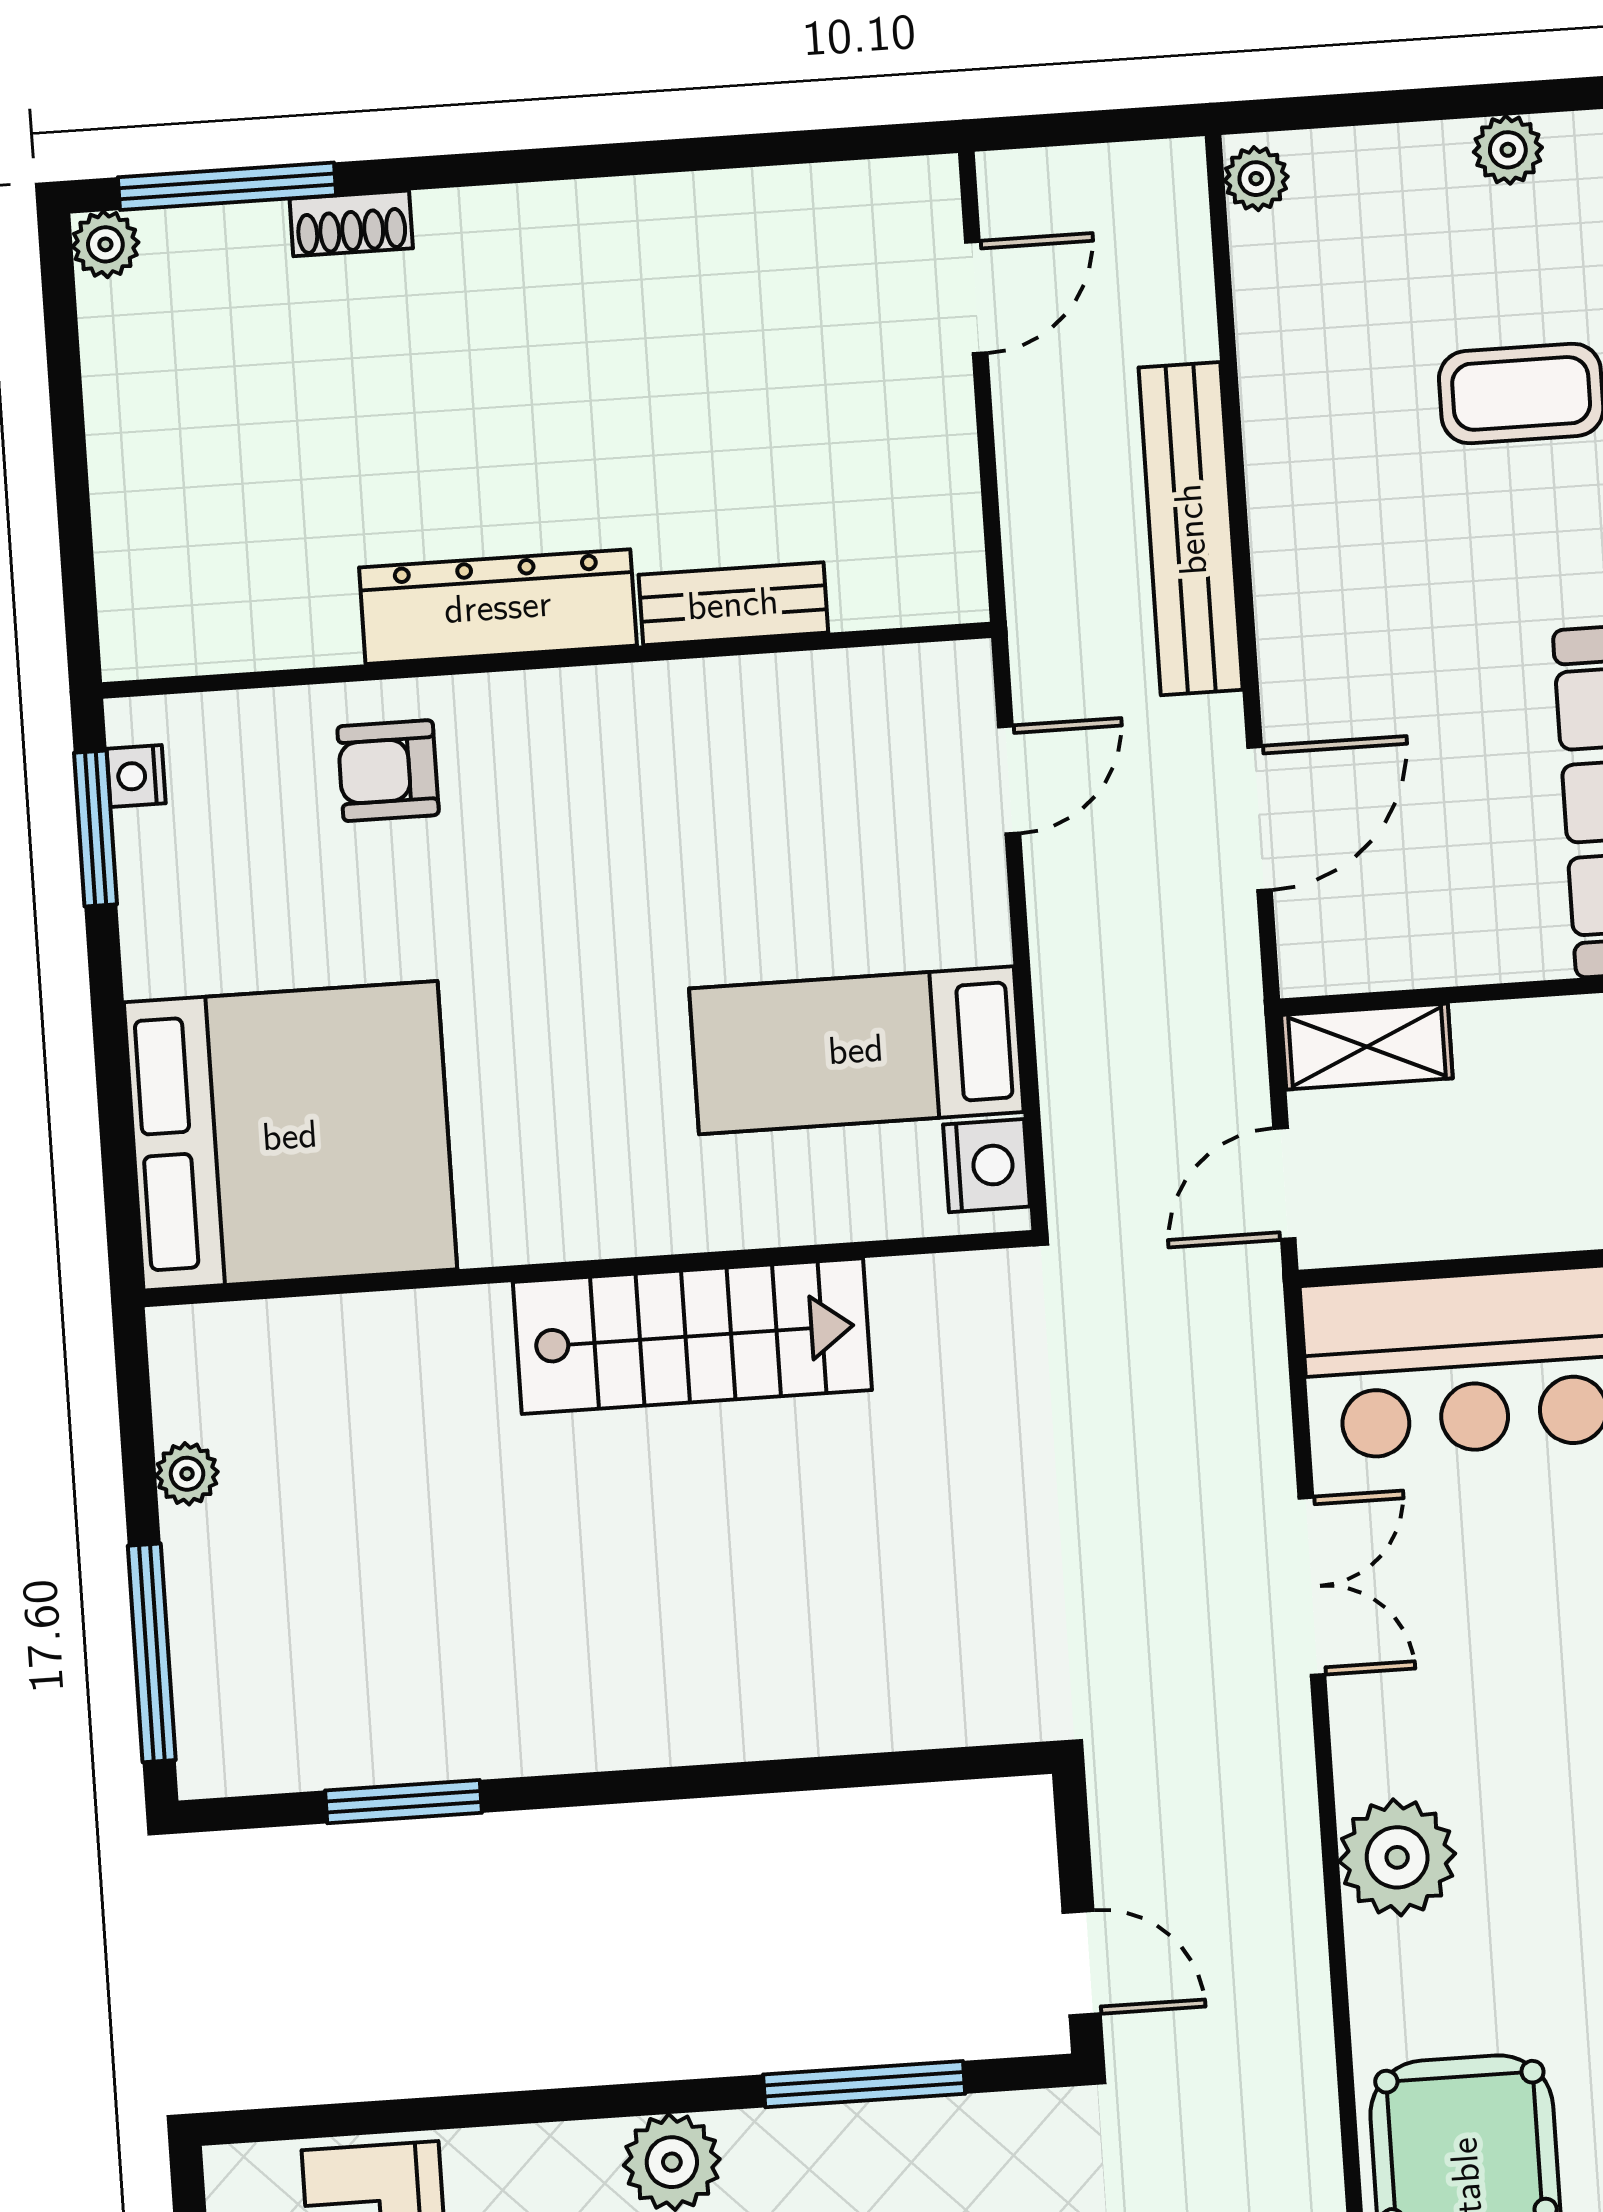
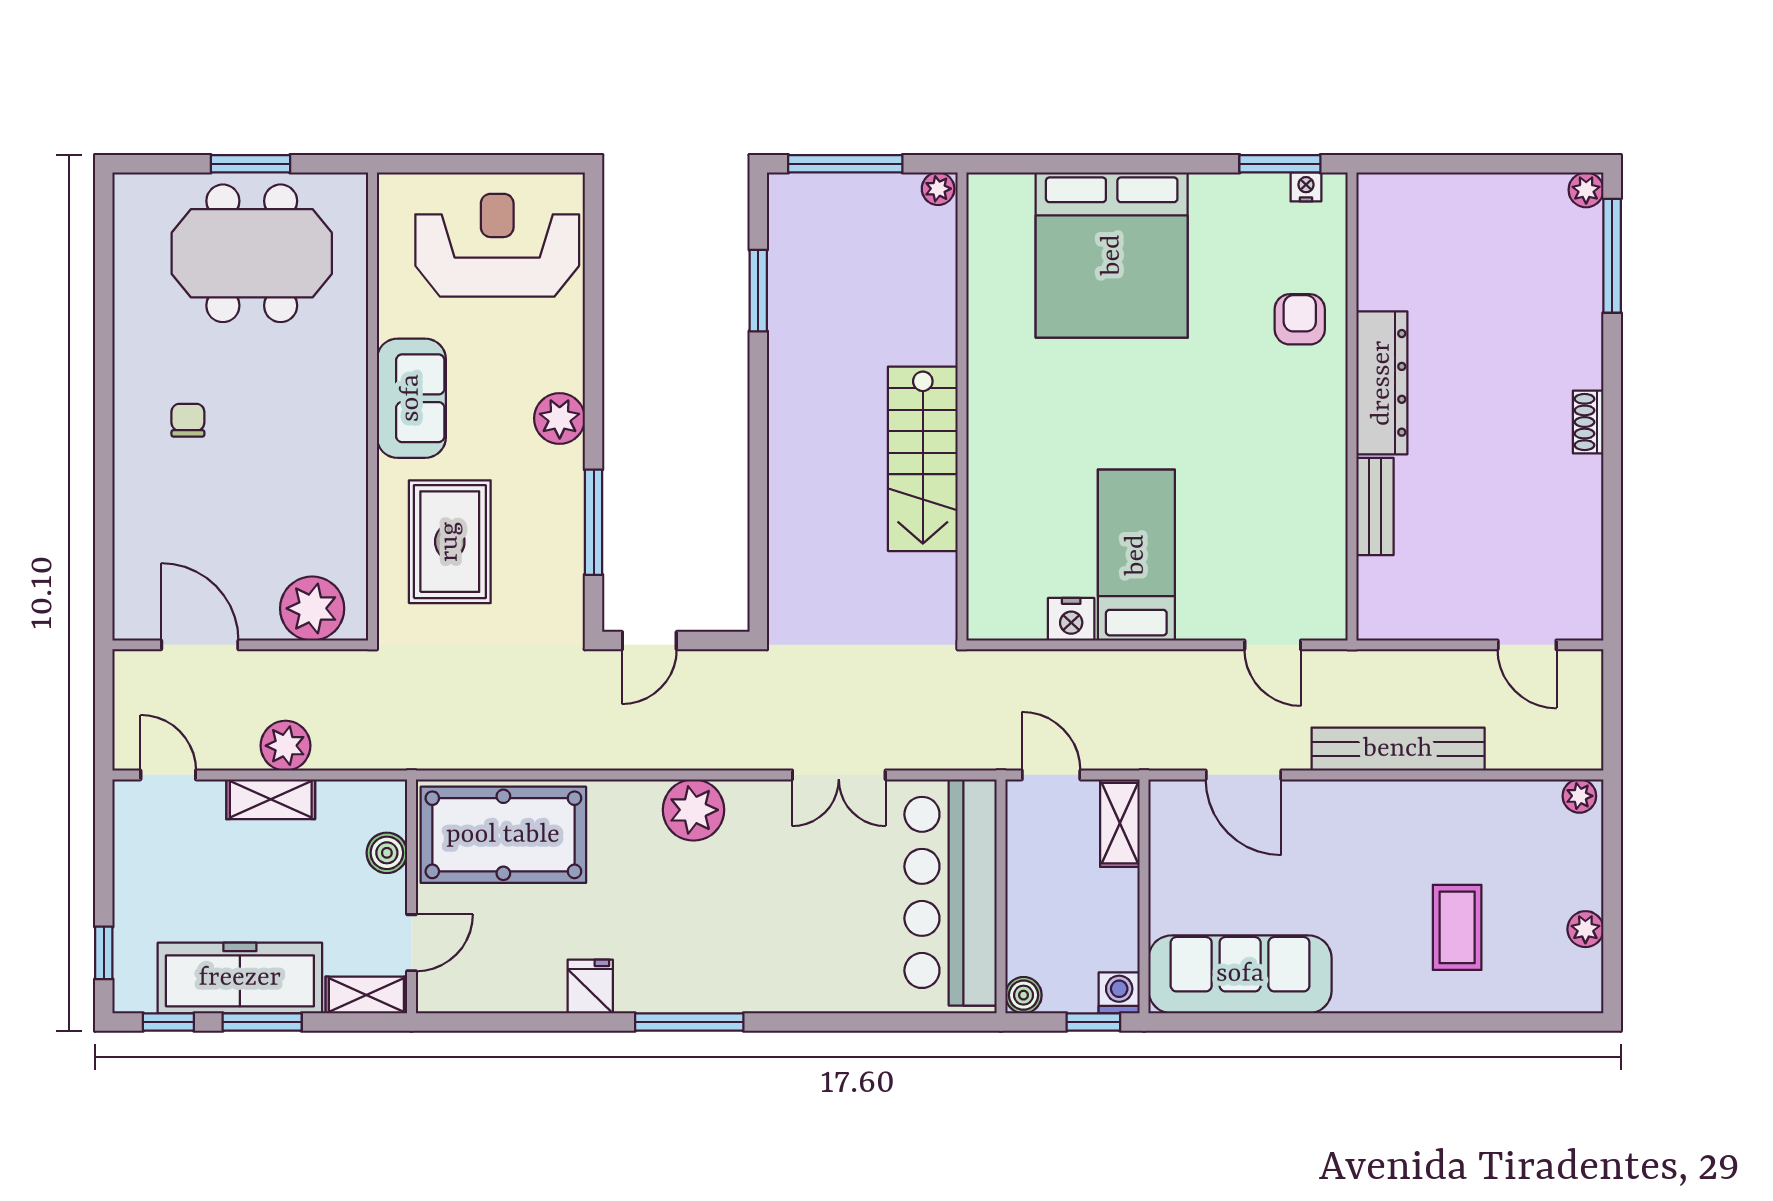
shoe rack: (351, 223) -> (1588, 422), moved
wall: (588, 1269) -> (962, 406), moved
stairs: (692, 1336) -> (923, 459), moved

